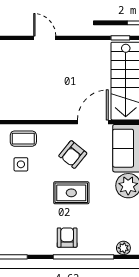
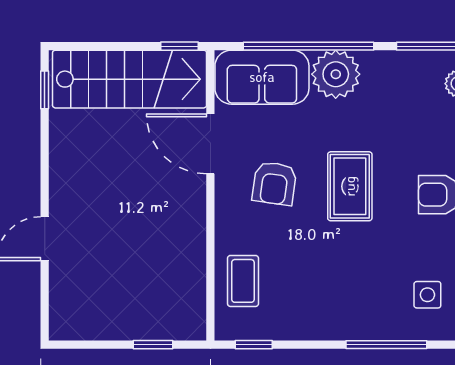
armchair: (73, 155) -> (274, 183), turned 59
side table: (21, 164) -> (427, 295), moved

